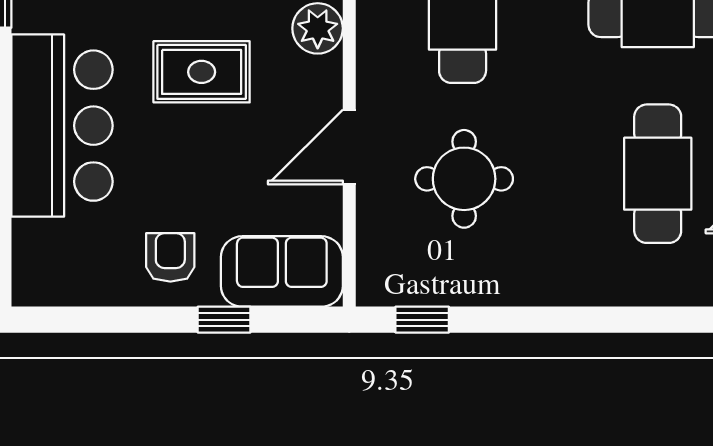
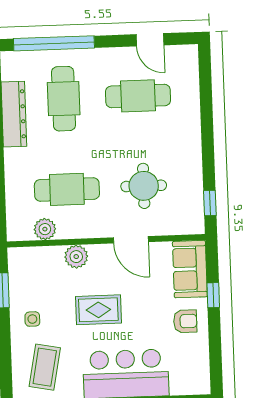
rug: (202, 72) -> (98, 310), turned 90
armchair: (170, 257) -> (185, 321), turned 180

